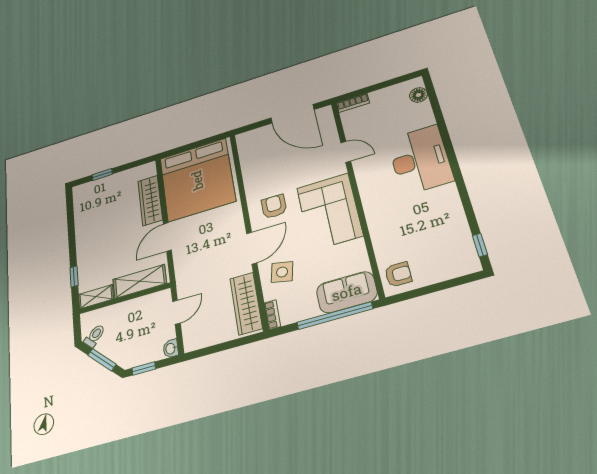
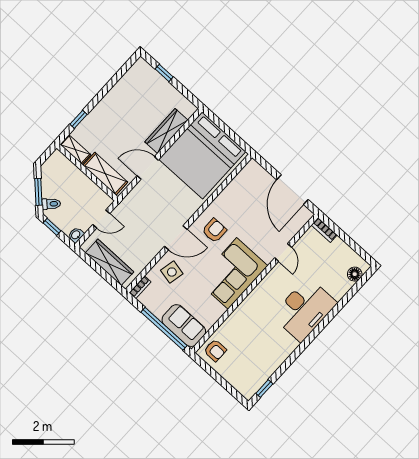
wardrobe: (246, 303) -> (110, 262), moved, turned 90
toilet: (95, 336) -> (51, 204), moved

